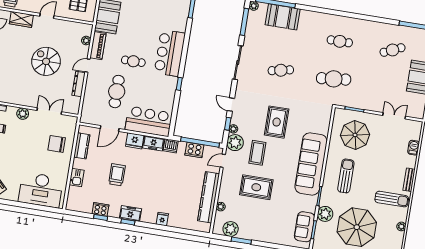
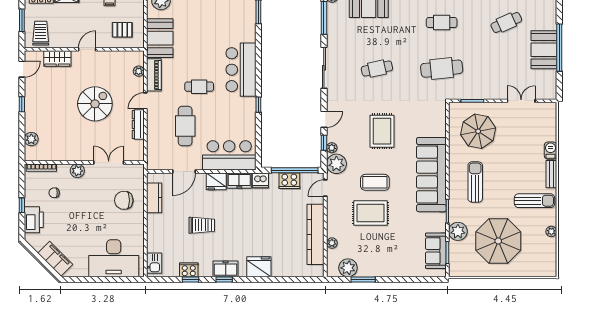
spiral stairs: (46, 61) -> (95, 104), turned 90
door: (231, 105) -> (324, 119), swing flipped
barbecue: (414, 148) -> (551, 151), moved
coffee table: (257, 153) -> (375, 182), moved, turned 90
trolley: (117, 175) -> (202, 225), turned 90
kitchen sink: (77, 178) -> (154, 263), moved
fridge: (162, 219) -> (259, 267), width x1.88, depth x1.34

